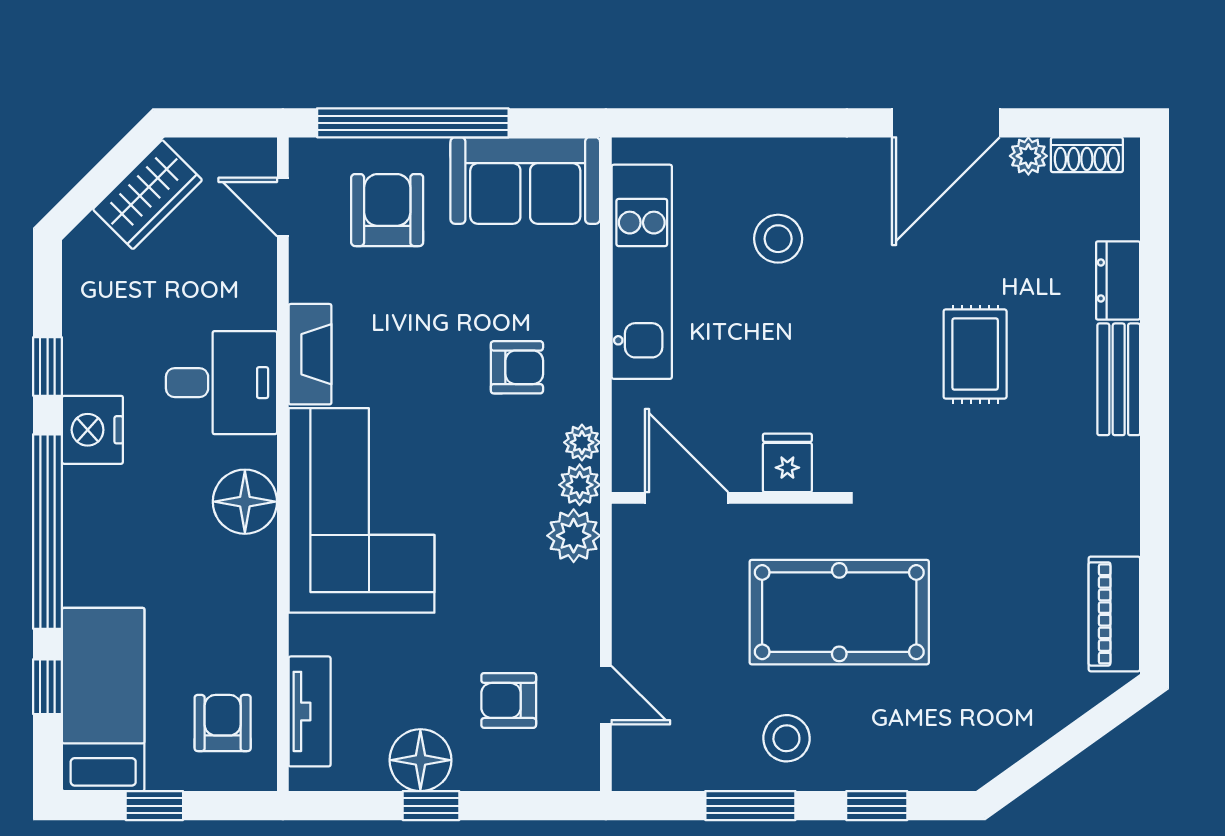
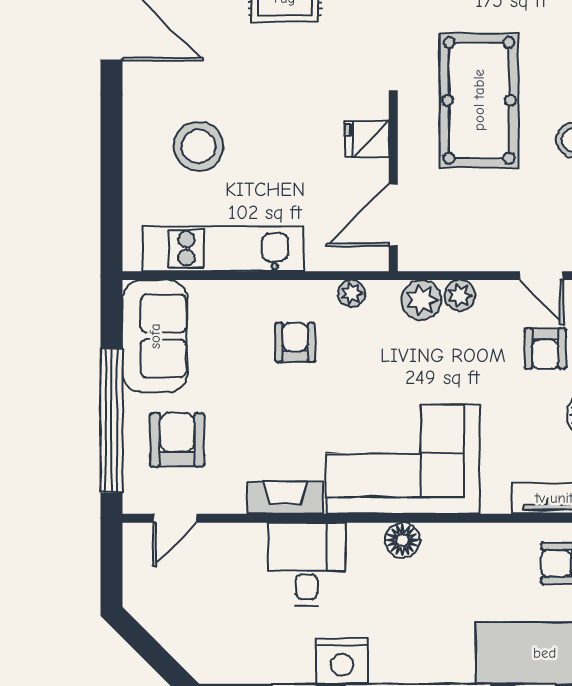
wardrobe: (148, 195) -> (165, 620), removed
armchair: (387, 210) -> (177, 440), turned 90
stool: (778, 239) -> (199, 146), width x1.38, depth x1.38
plant: (580, 485) -> (460, 295), moved
floor lamp: (245, 502) -> (403, 540), width x0.73, depth x0.73
door: (606, 695) -> (541, 276), swing flipped

